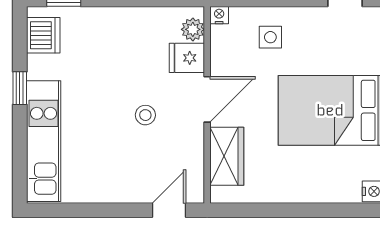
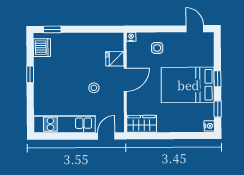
plant: (193, 29) -> (118, 44), removed
kitchen unit: (44, 141) -> (65, 124), moved, turned -90
wardrobe: (227, 156) -> (142, 124), moved, turned -90

